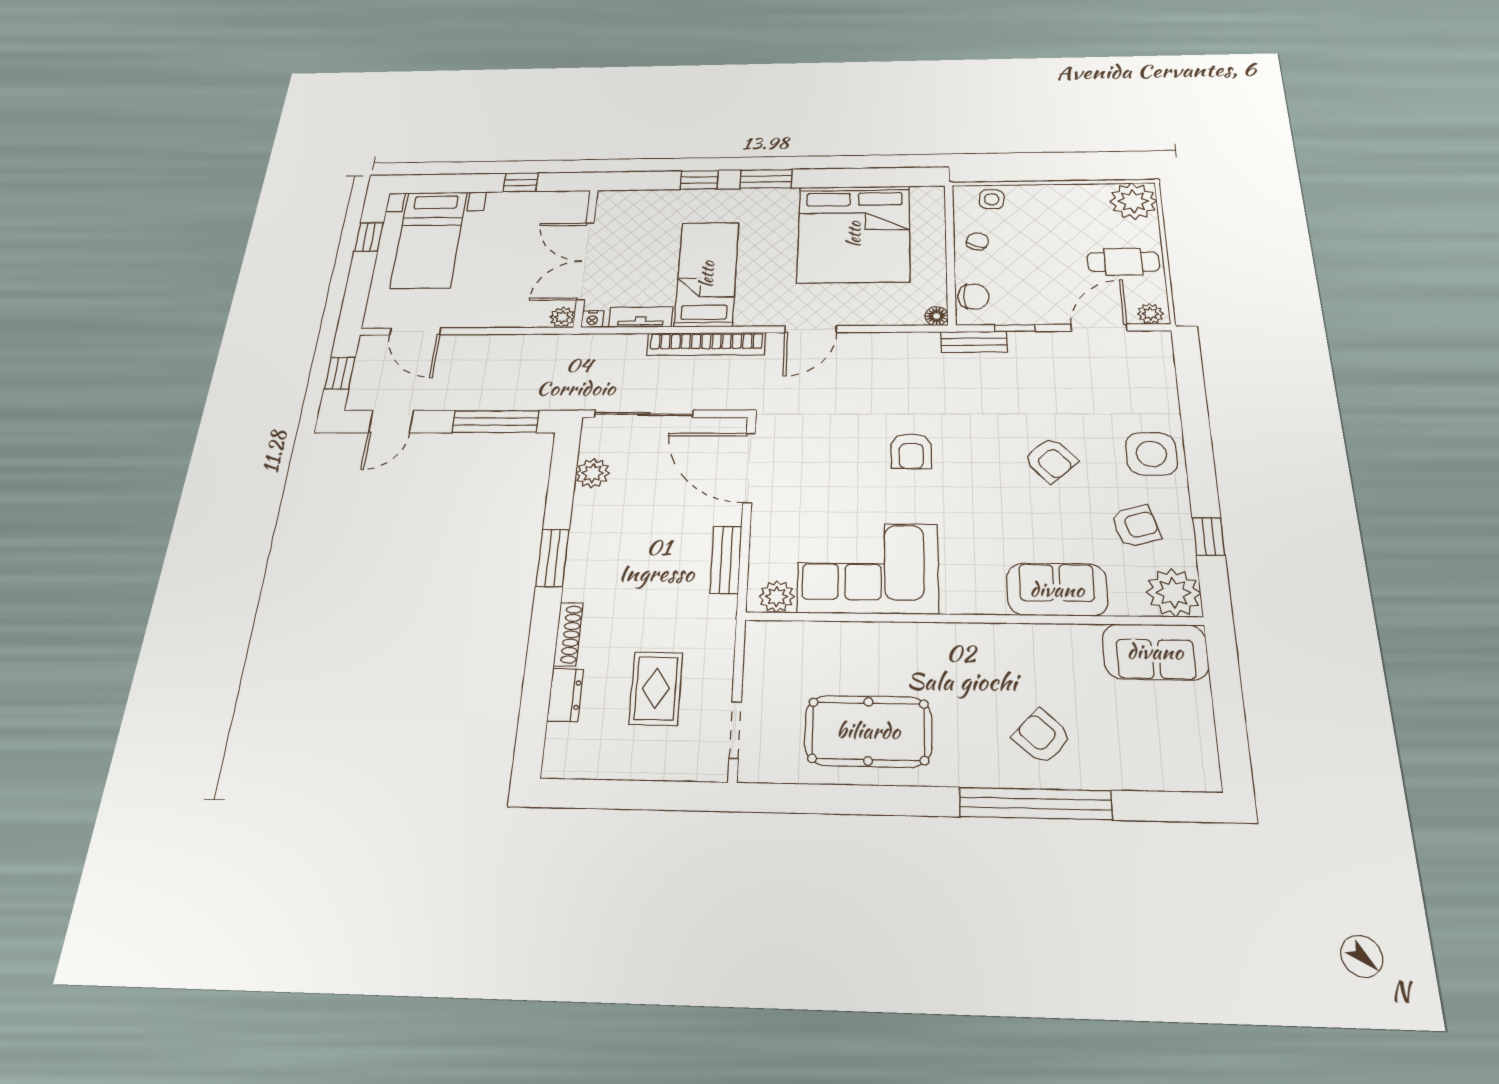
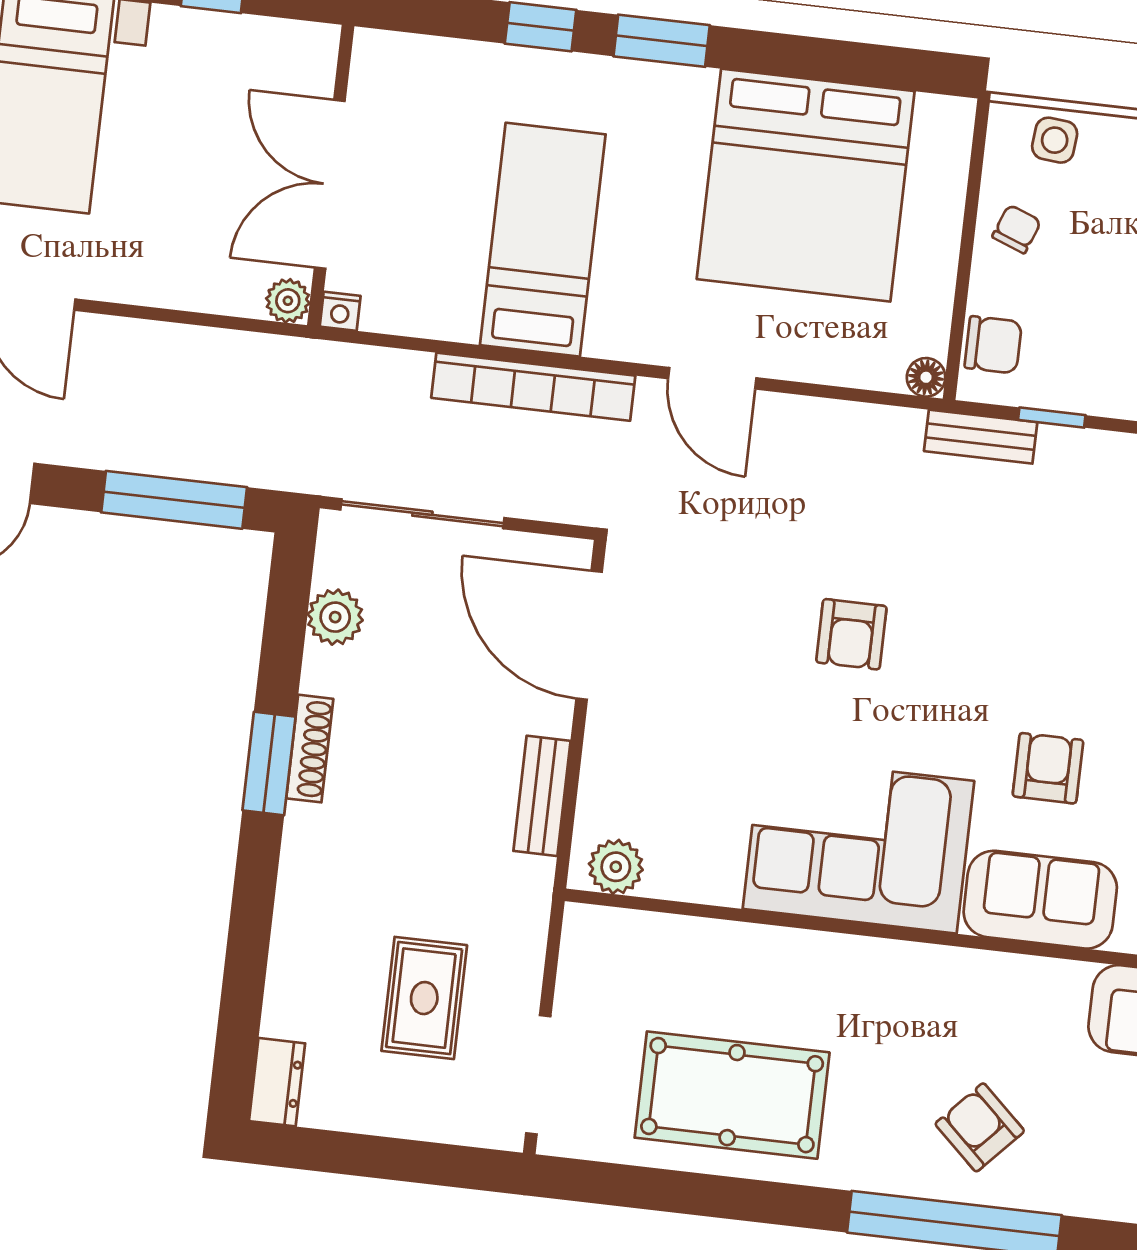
tv unit: (641, 317) -> (424, 318), removed
door: (811, 329) -> (712, 378), hinge flipped
armchair: (1051, 460) -> (1048, 768), moved, turned -138
corner sofa: (868, 568) -> (858, 845), moved
shoe rack: (568, 634) -> (310, 749), moved
dresser: (565, 695) -> (277, 1082), moved
doorway: (735, 730) -> (538, 1075), width x1.38

